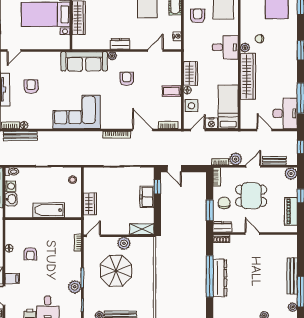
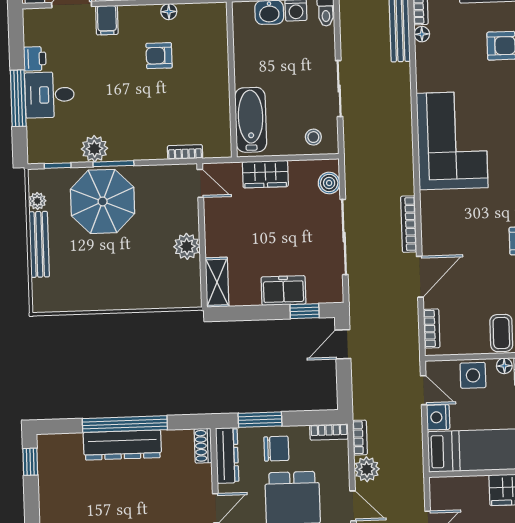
boiler: (95, 173) -> (329, 183), added
bathtub: (49, 210) -> (251, 120), moved
dresser: (222, 227) -> (227, 455), width x1.44
parasol: (116, 271) -> (103, 201), moved

